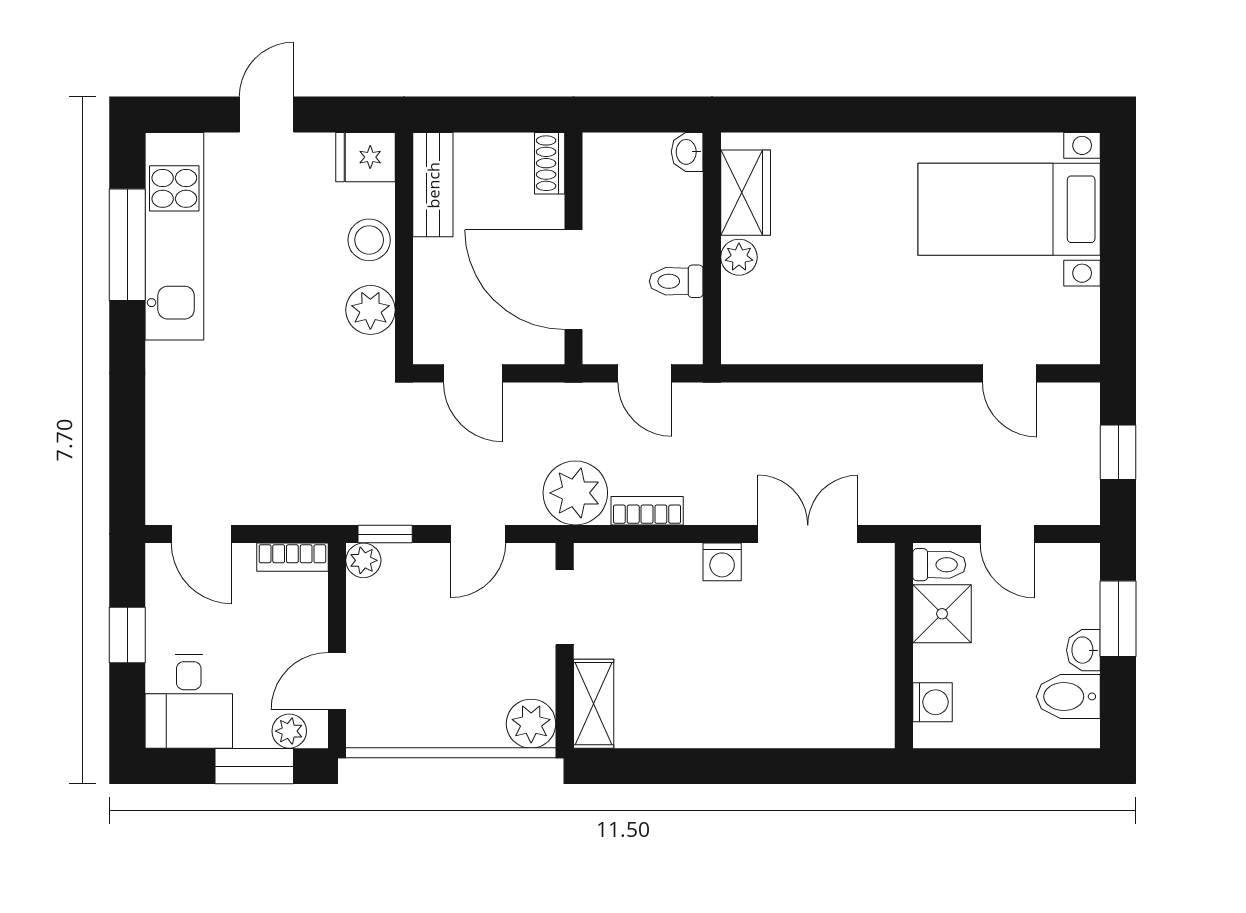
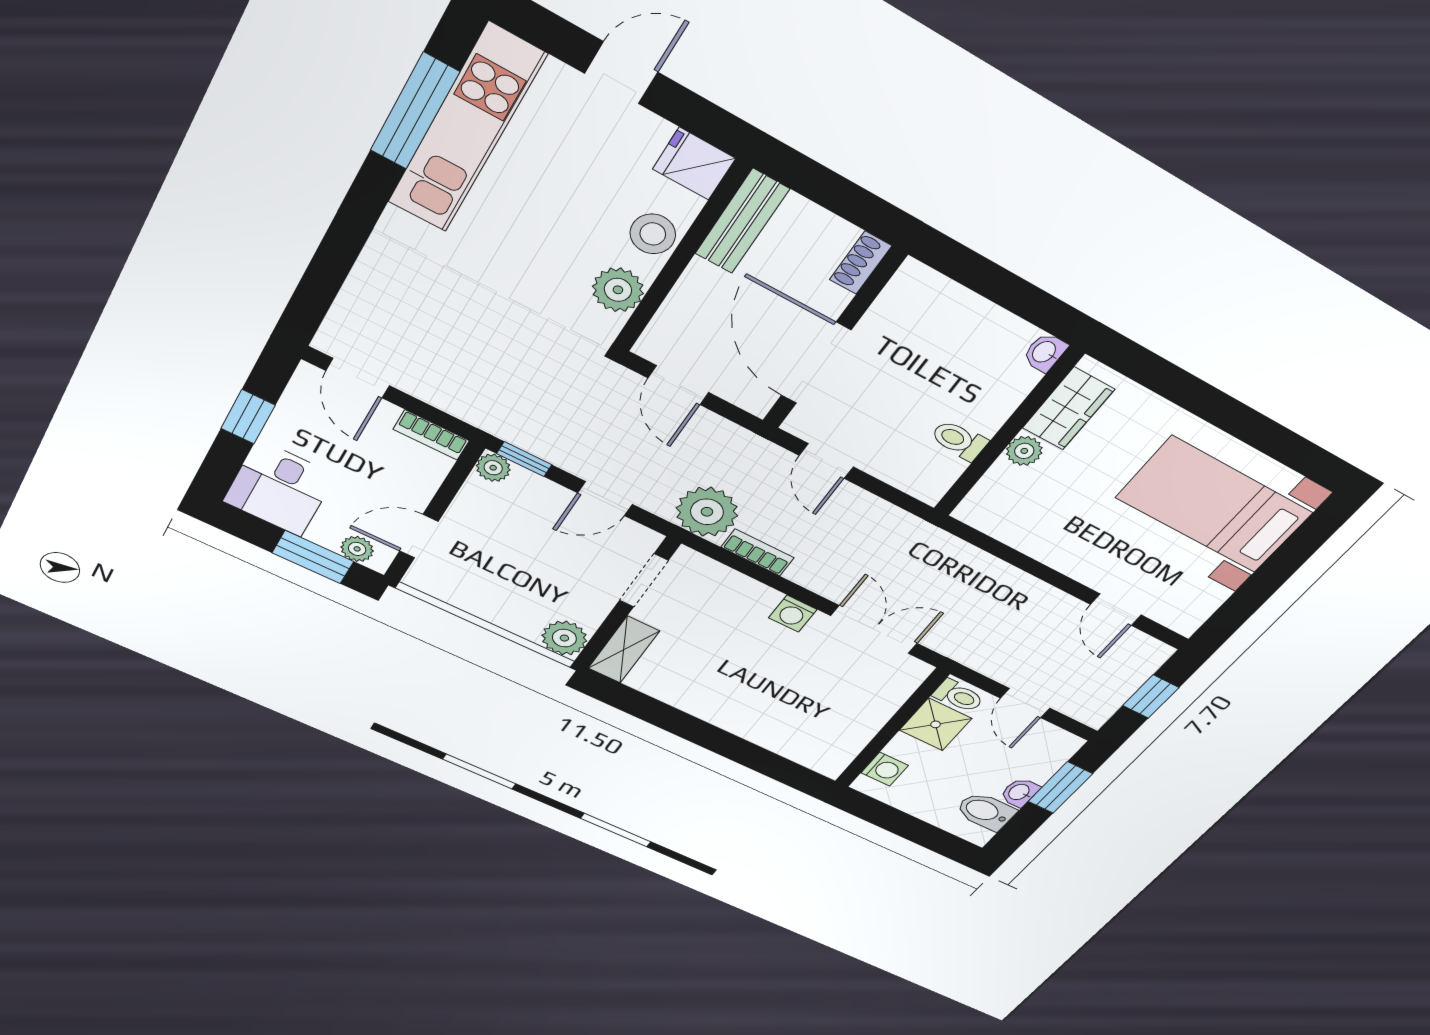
washbasin: (687, 152) -> (1045, 352), moved
wardrobe: (746, 193) -> (1068, 409), moved
wall: (712, 248) -> (1007, 433), moved
plant: (739, 257) -> (1024, 451), moved
toilet: (676, 281) -> (959, 440), moved

